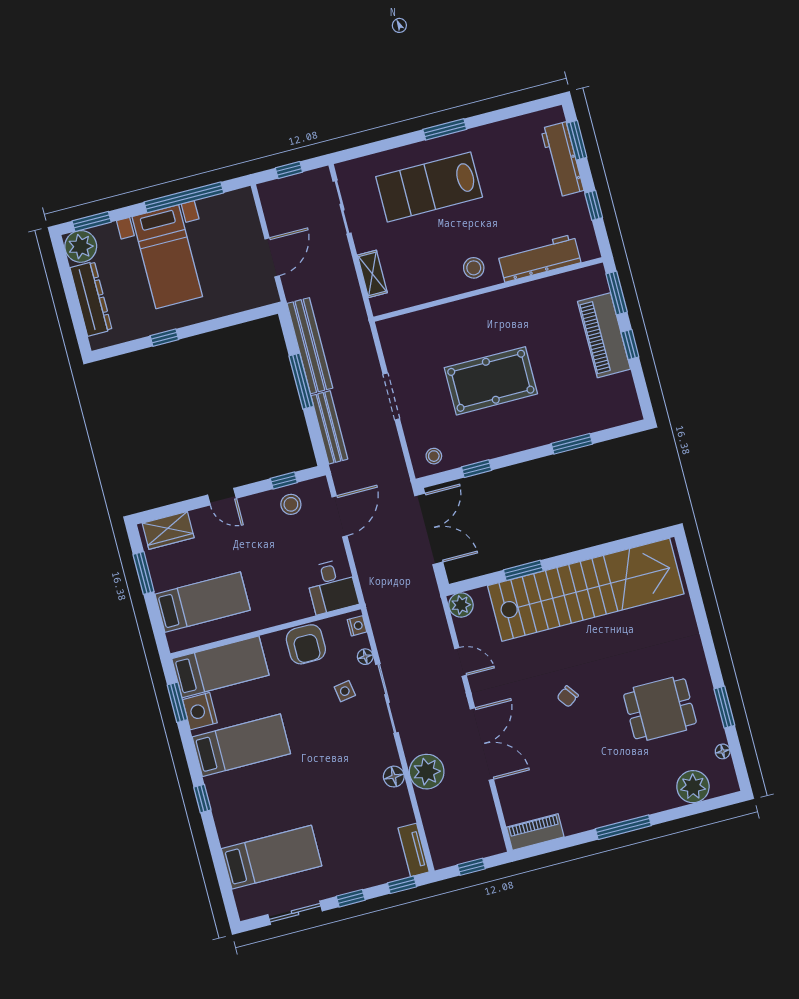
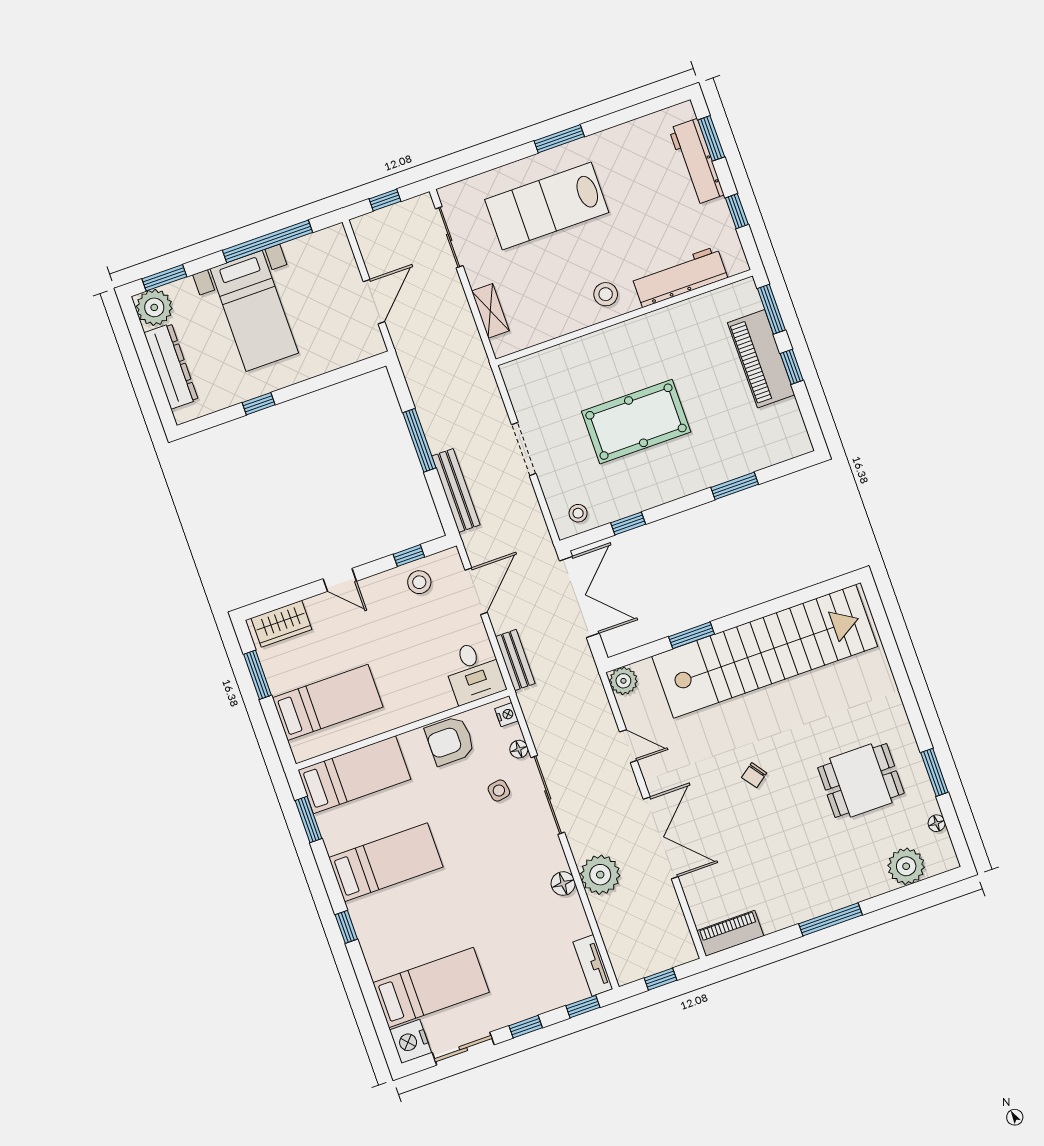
bench: (310, 346) -> (515, 660), moved, width x0.54, depth x0.82
armchair: (306, 644) -> (450, 741), turned 90
nightstand: (200, 711) -> (410, 1041), moved

